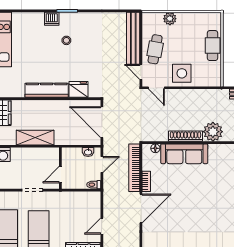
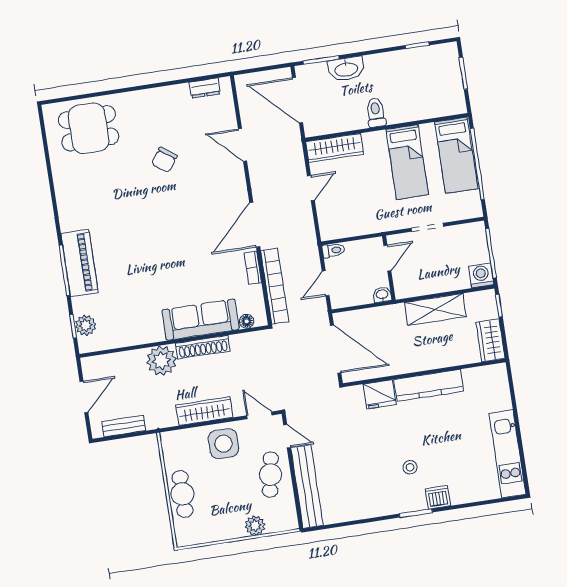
wardrobe: (191, 96) -> (204, 411), added
washbasin: (88, 152) -> (382, 295), moved

